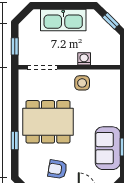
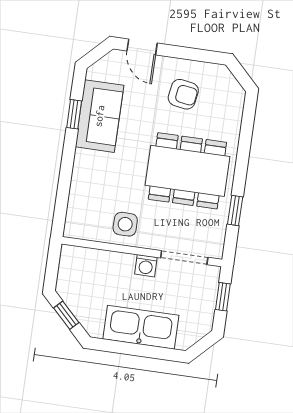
washing machine: (84, 59) -> (146, 266), moved
window: (15, 141) -> (235, 211), moved

